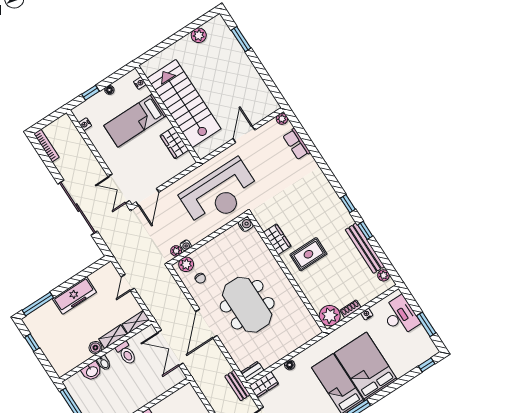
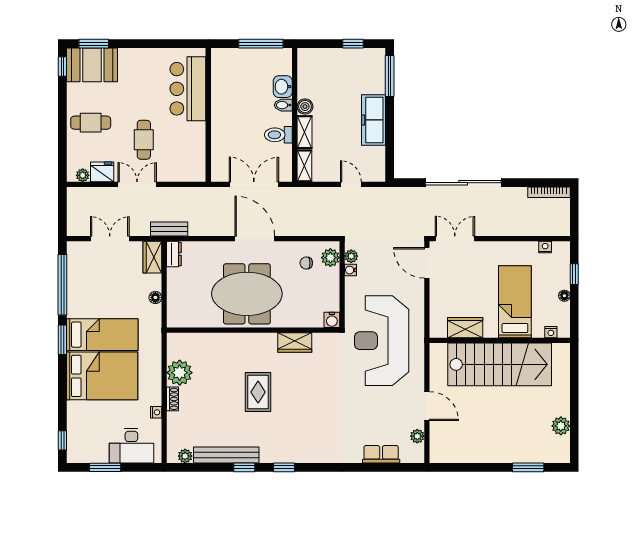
plant: (282, 119) -> (417, 436), moved
water cooler: (246, 224) -> (332, 320), moved
wardrobe: (277, 239) -> (295, 342), moved
wall: (287, 273) -> (253, 330), moved

